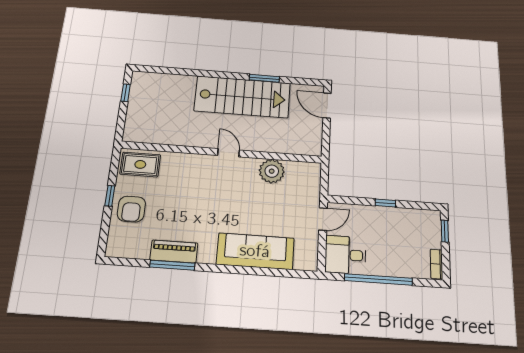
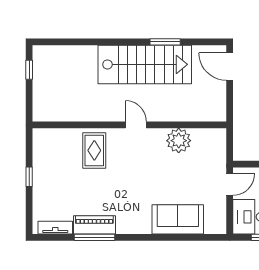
rug: (140, 164) -> (94, 150), moved, turned 90
armchair: (131, 209) -> (51, 188), removed
sofa: (255, 251) -> (178, 219), width x0.73
tv unit: (130, 252) -> (55, 228), added

